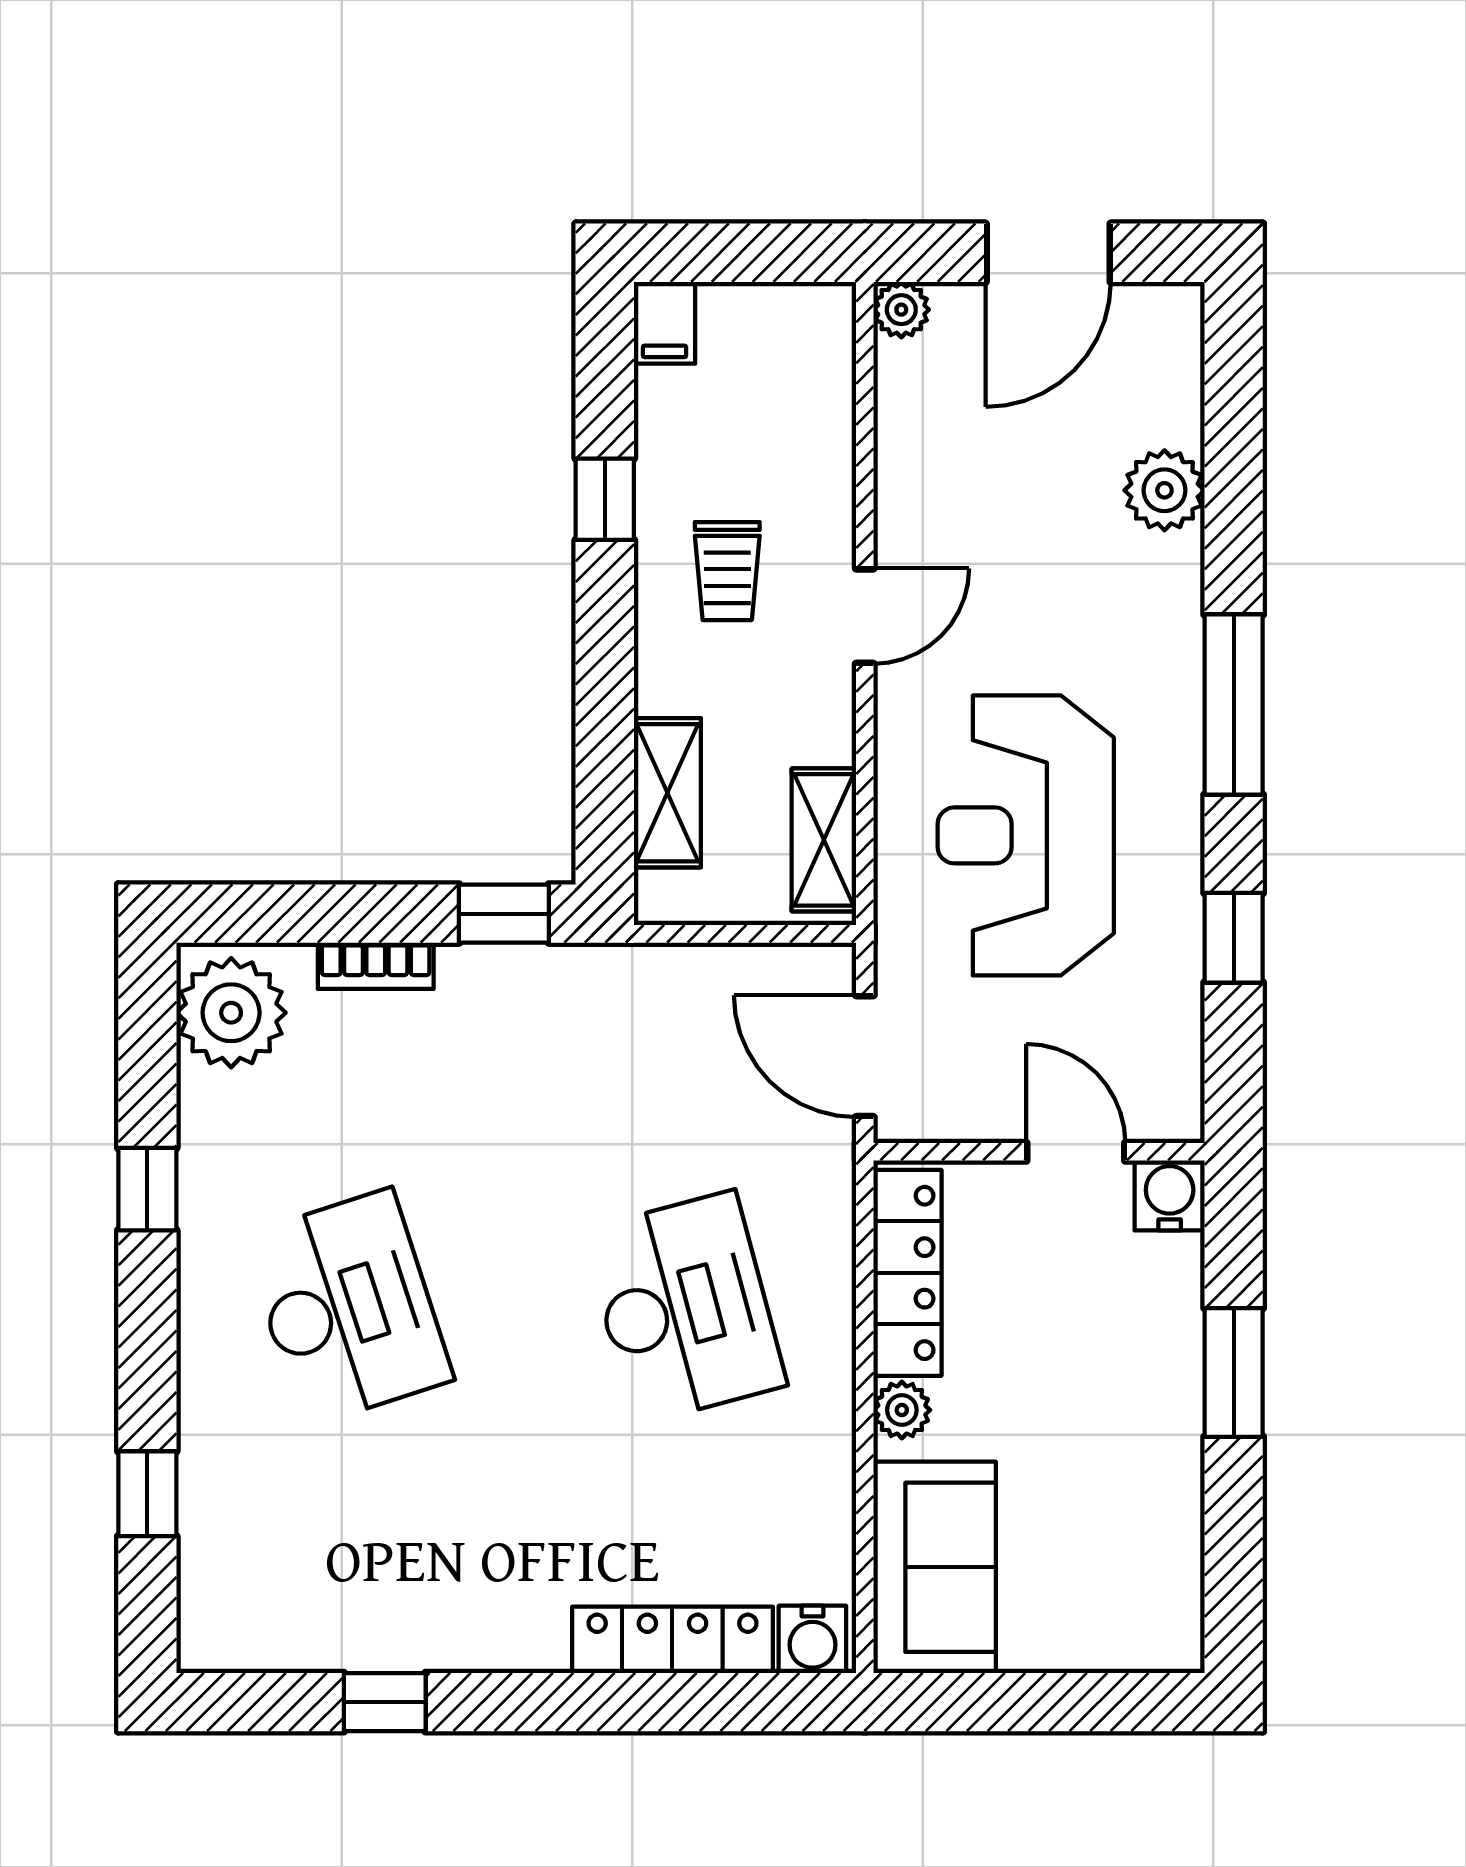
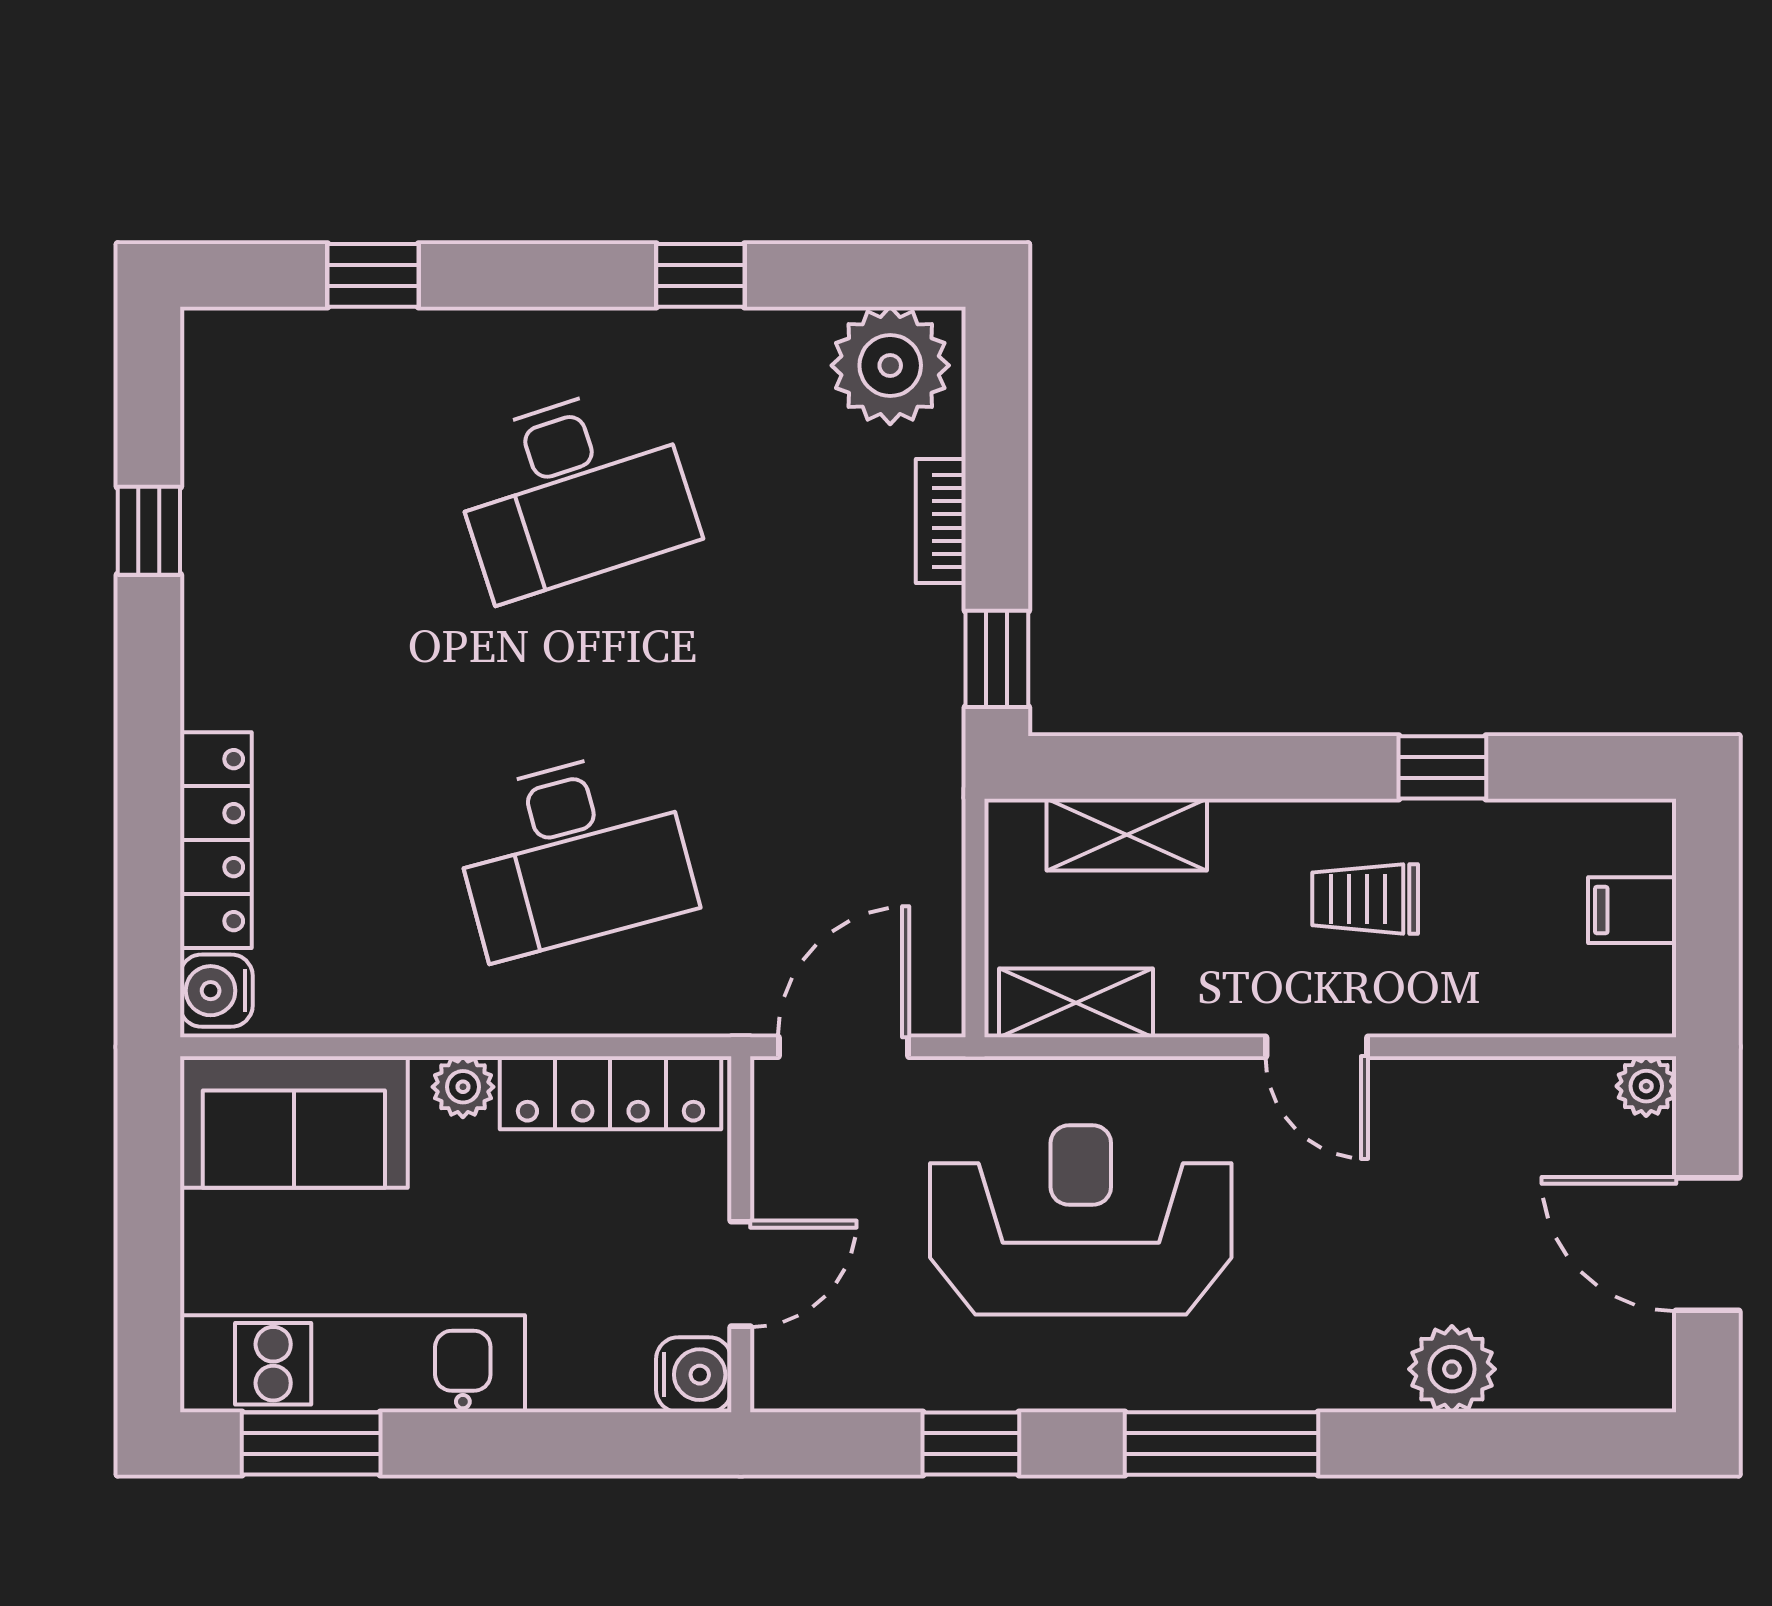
filing cabinet: (665, 323) -> (1632, 910), moved
window: (1234, 1372) -> (311, 1444), moved
kitchen unit: (1159, 1513) -> (352, 1364), added

